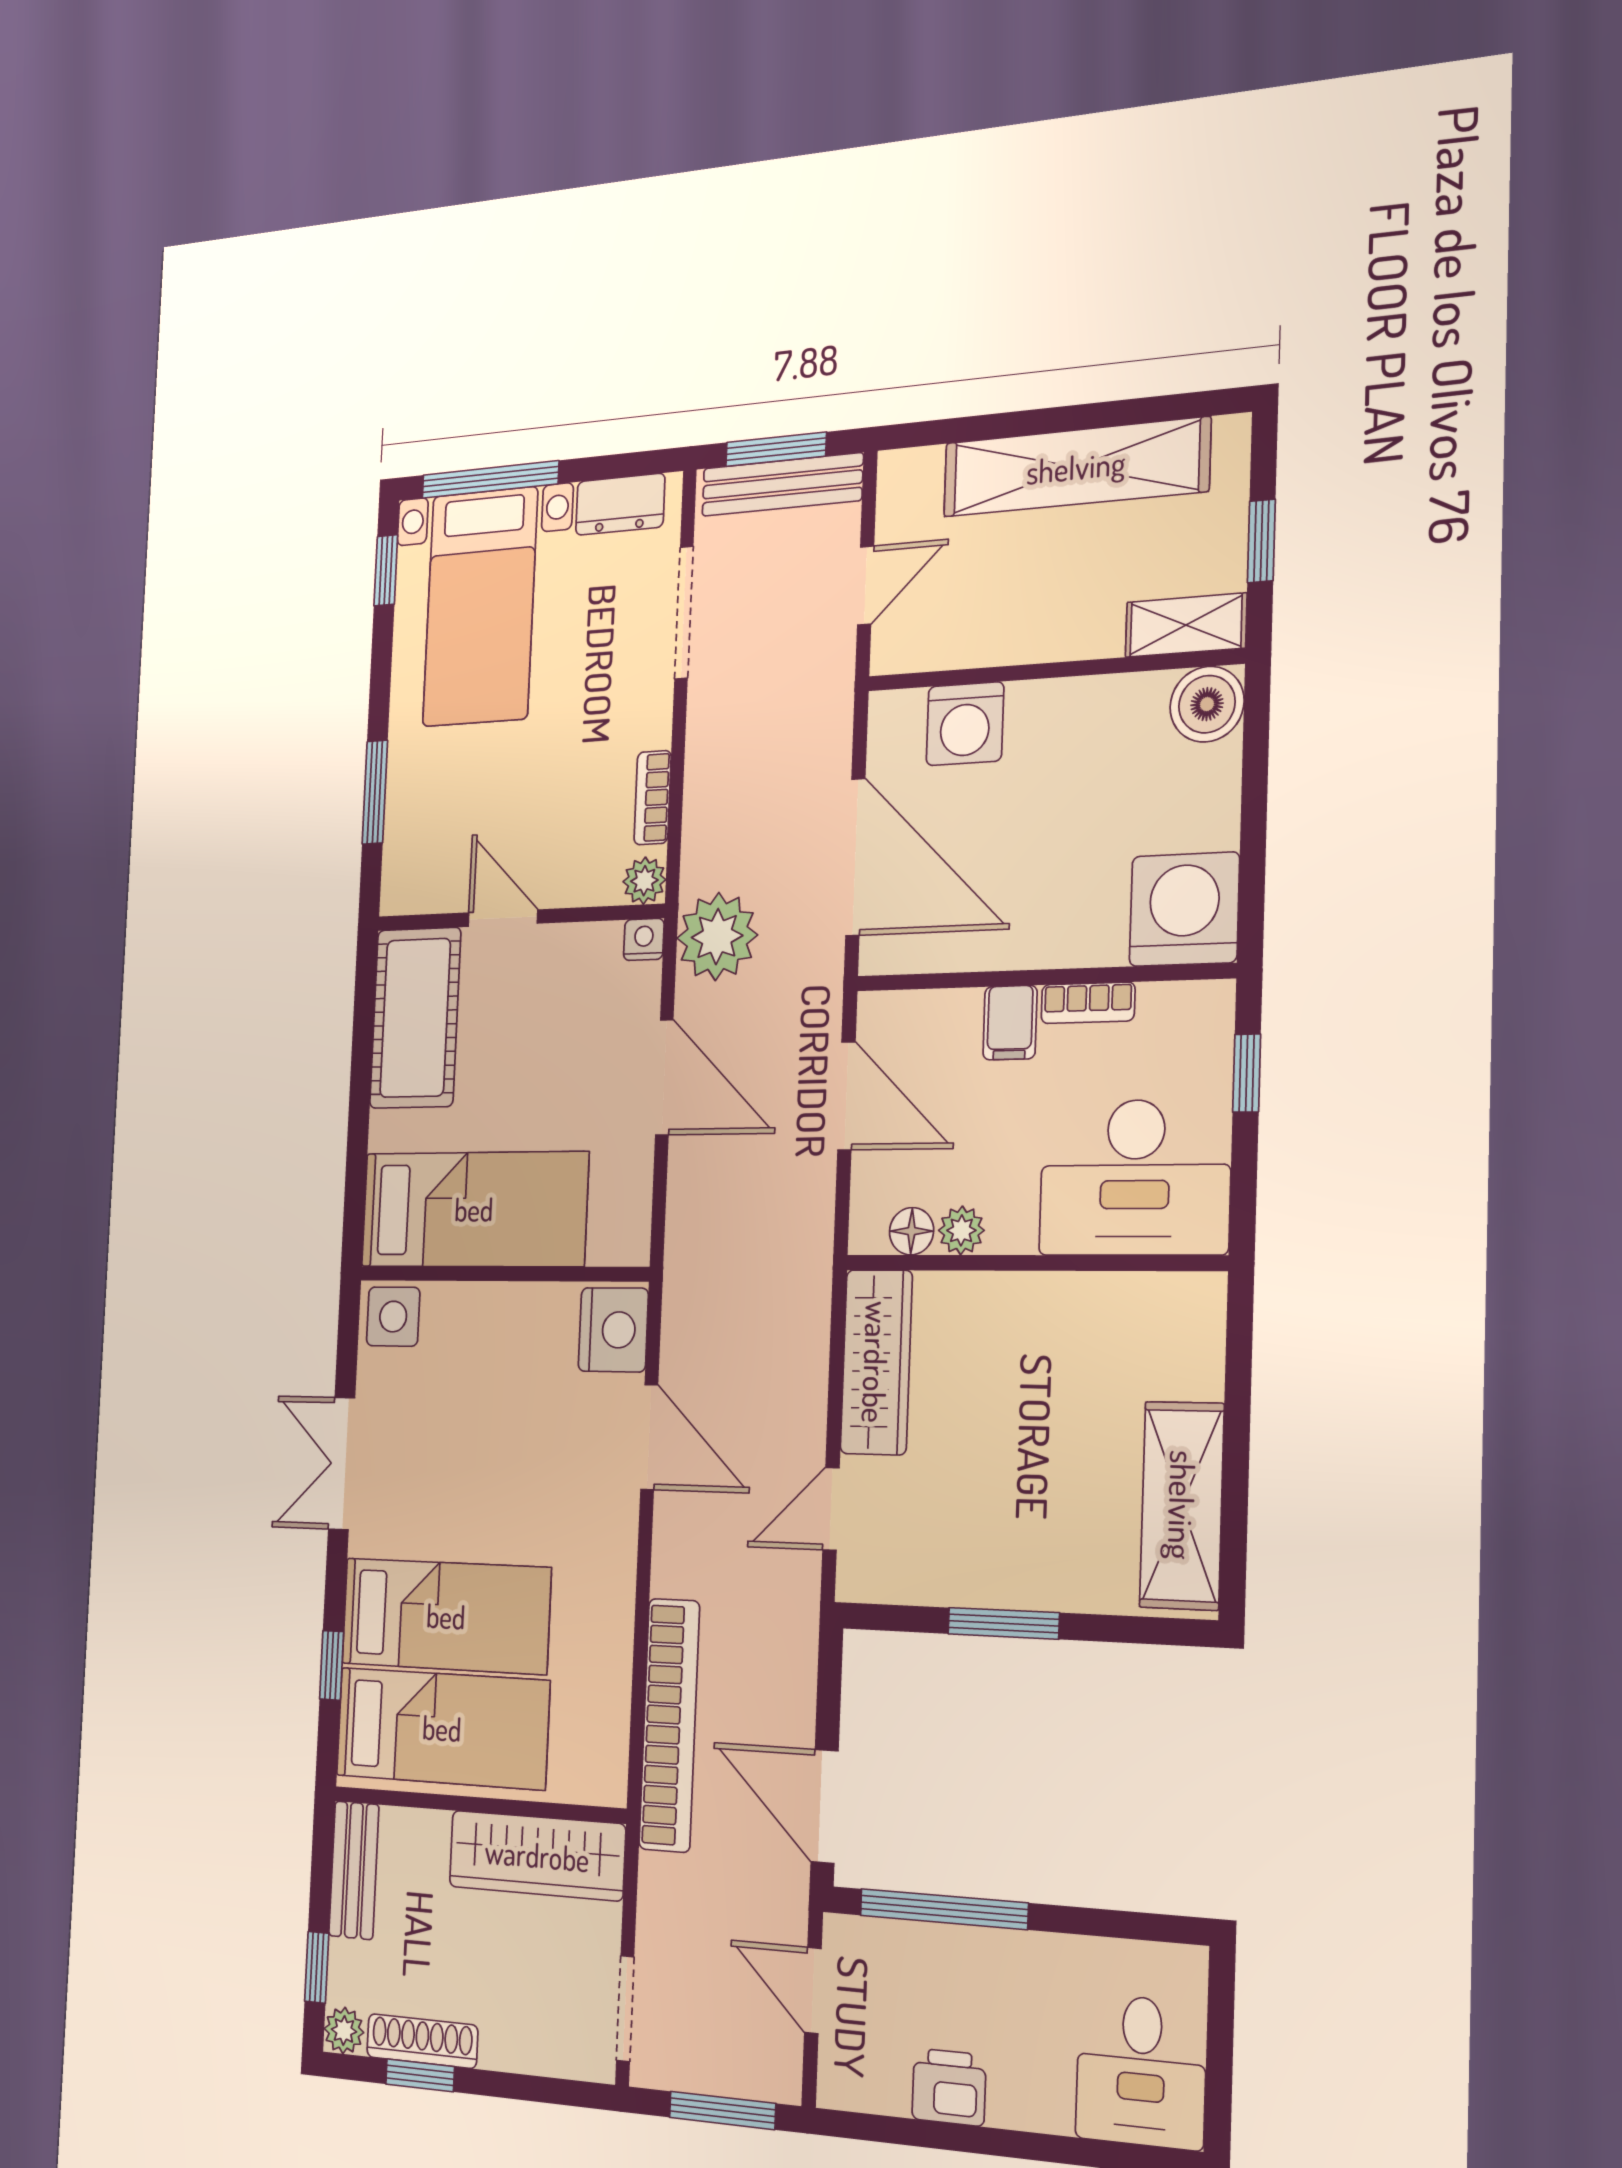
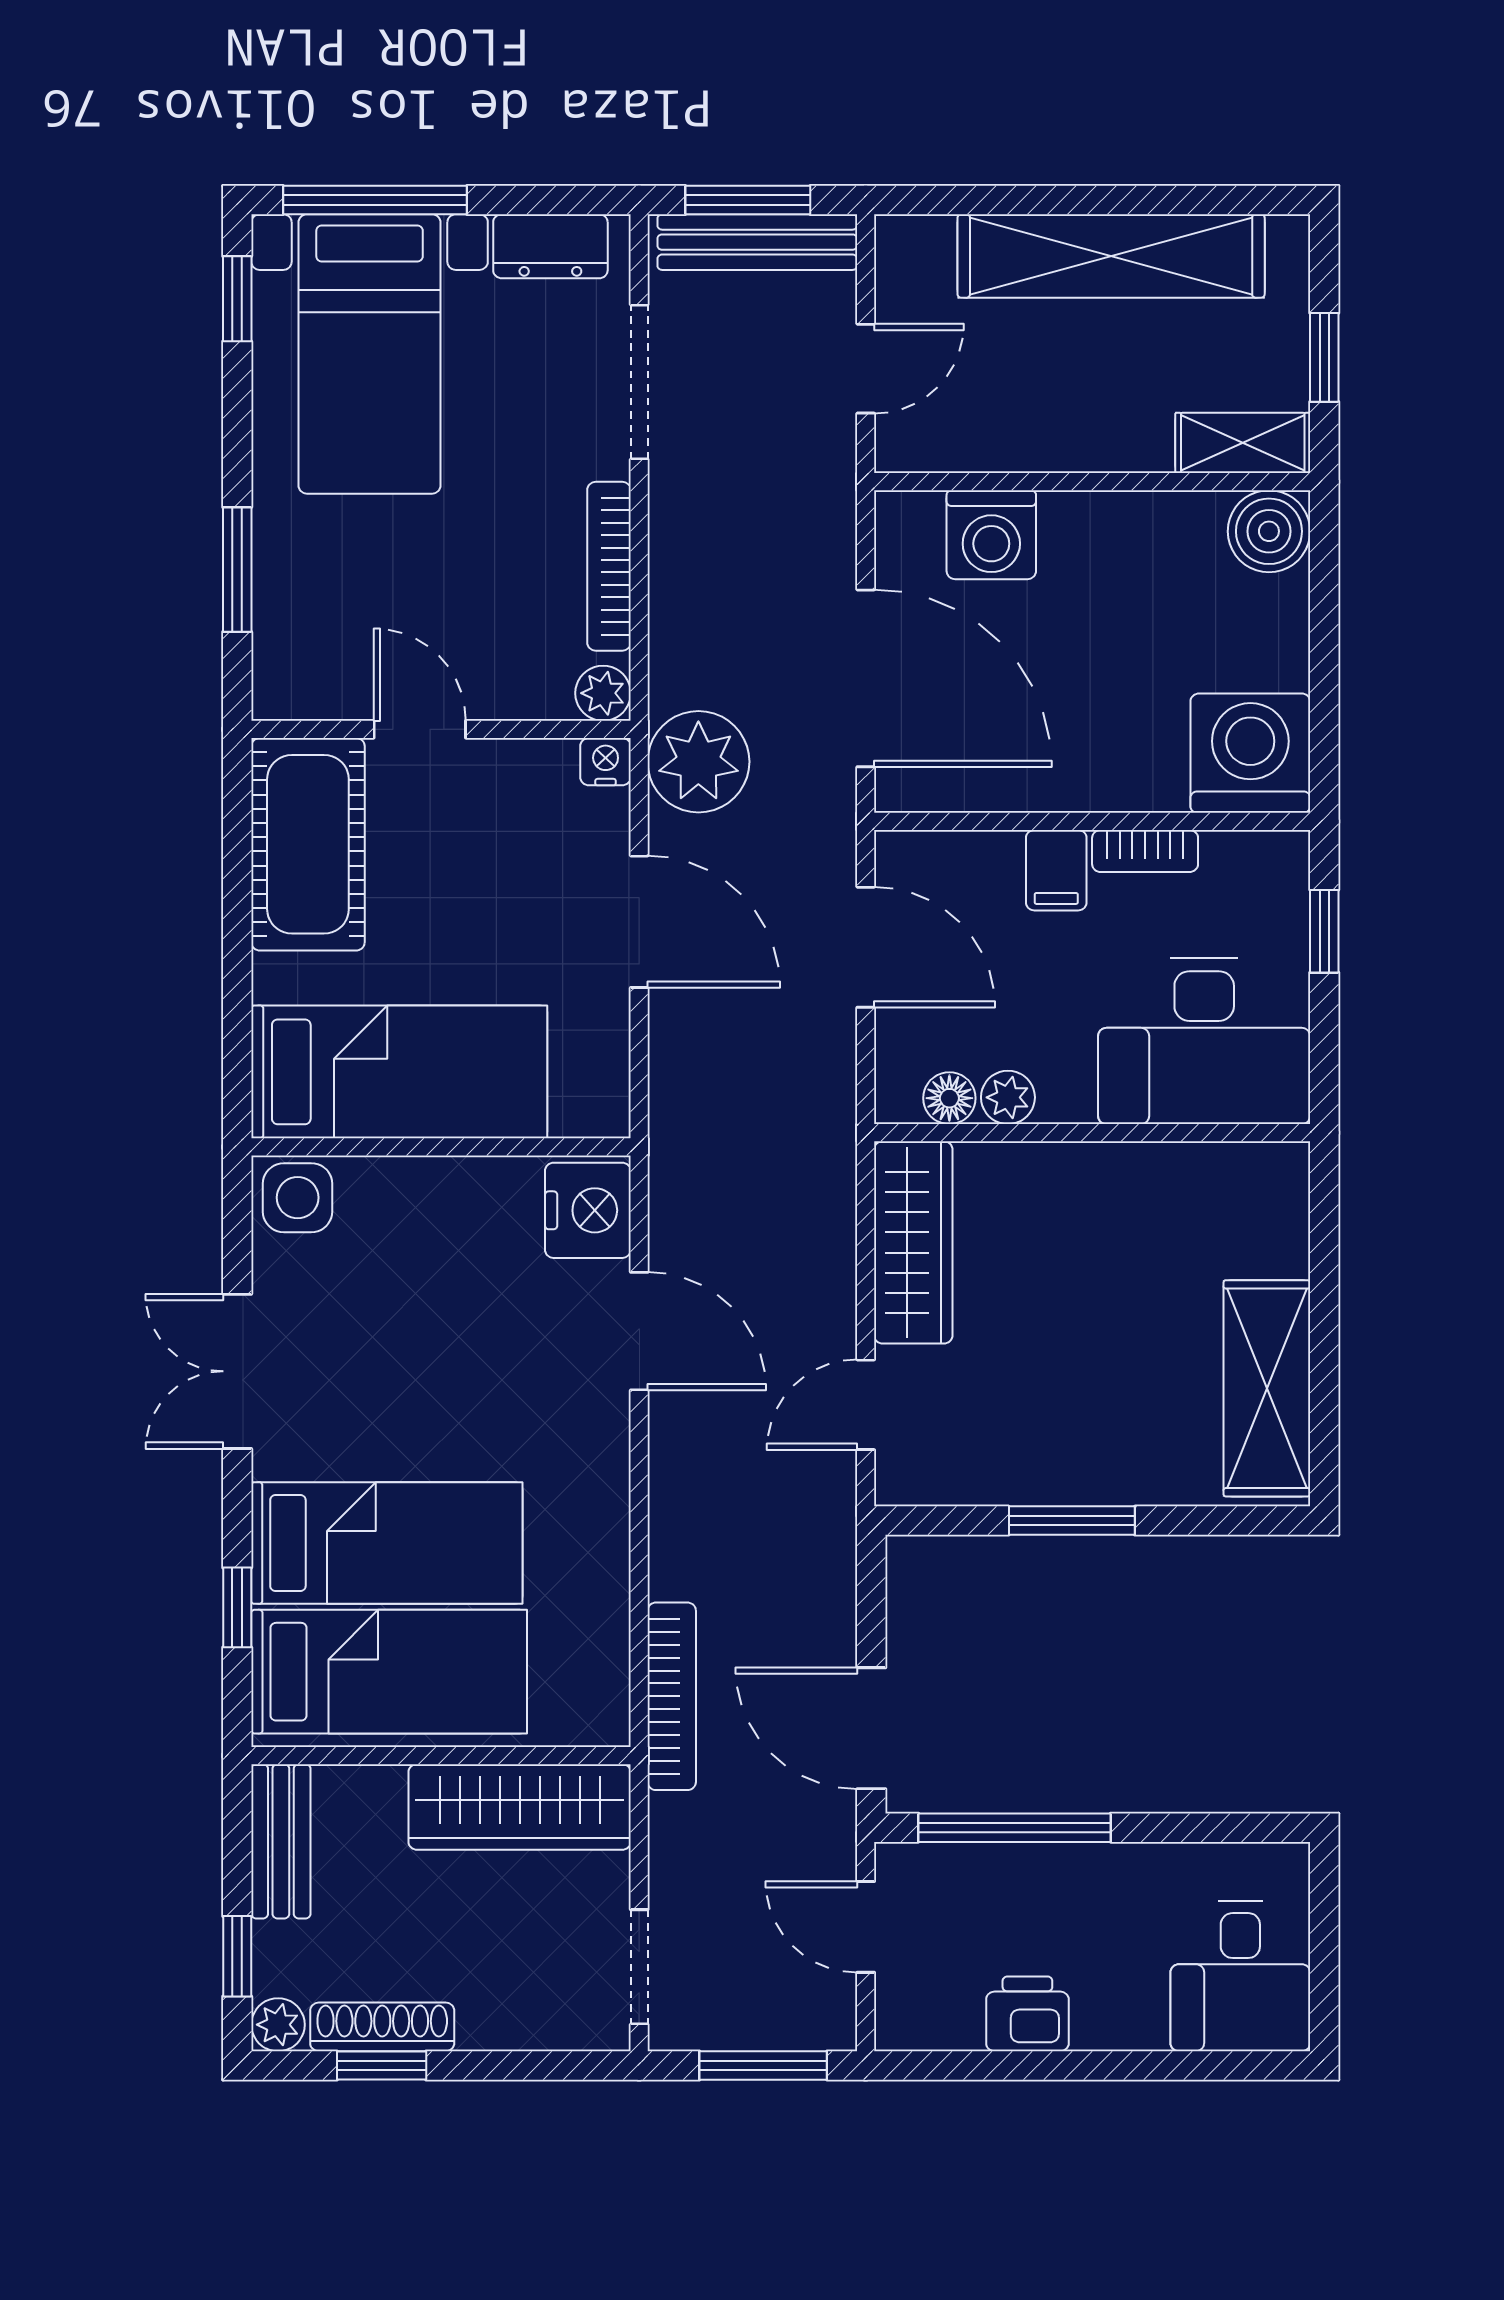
bookcase: (653, 798) -> (609, 566), width x1.56
bookcase: (669, 1725) -> (672, 1696), width x0.68, depth x0.76

